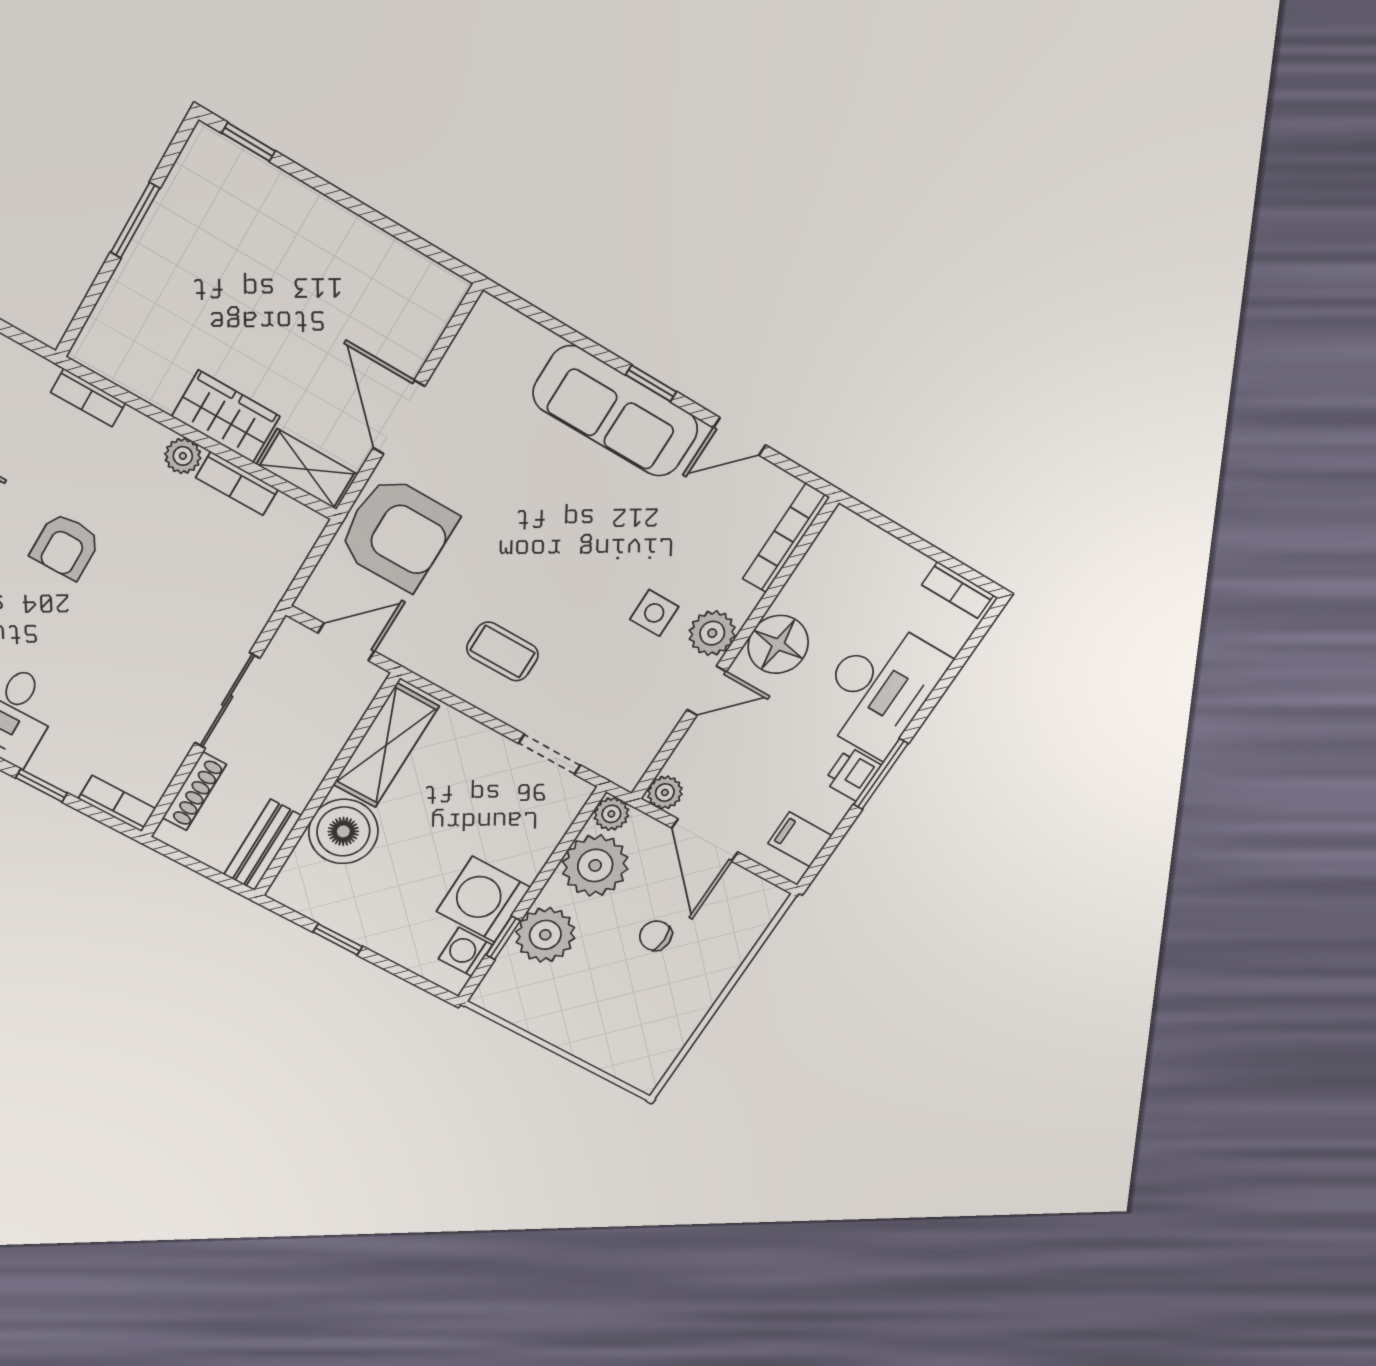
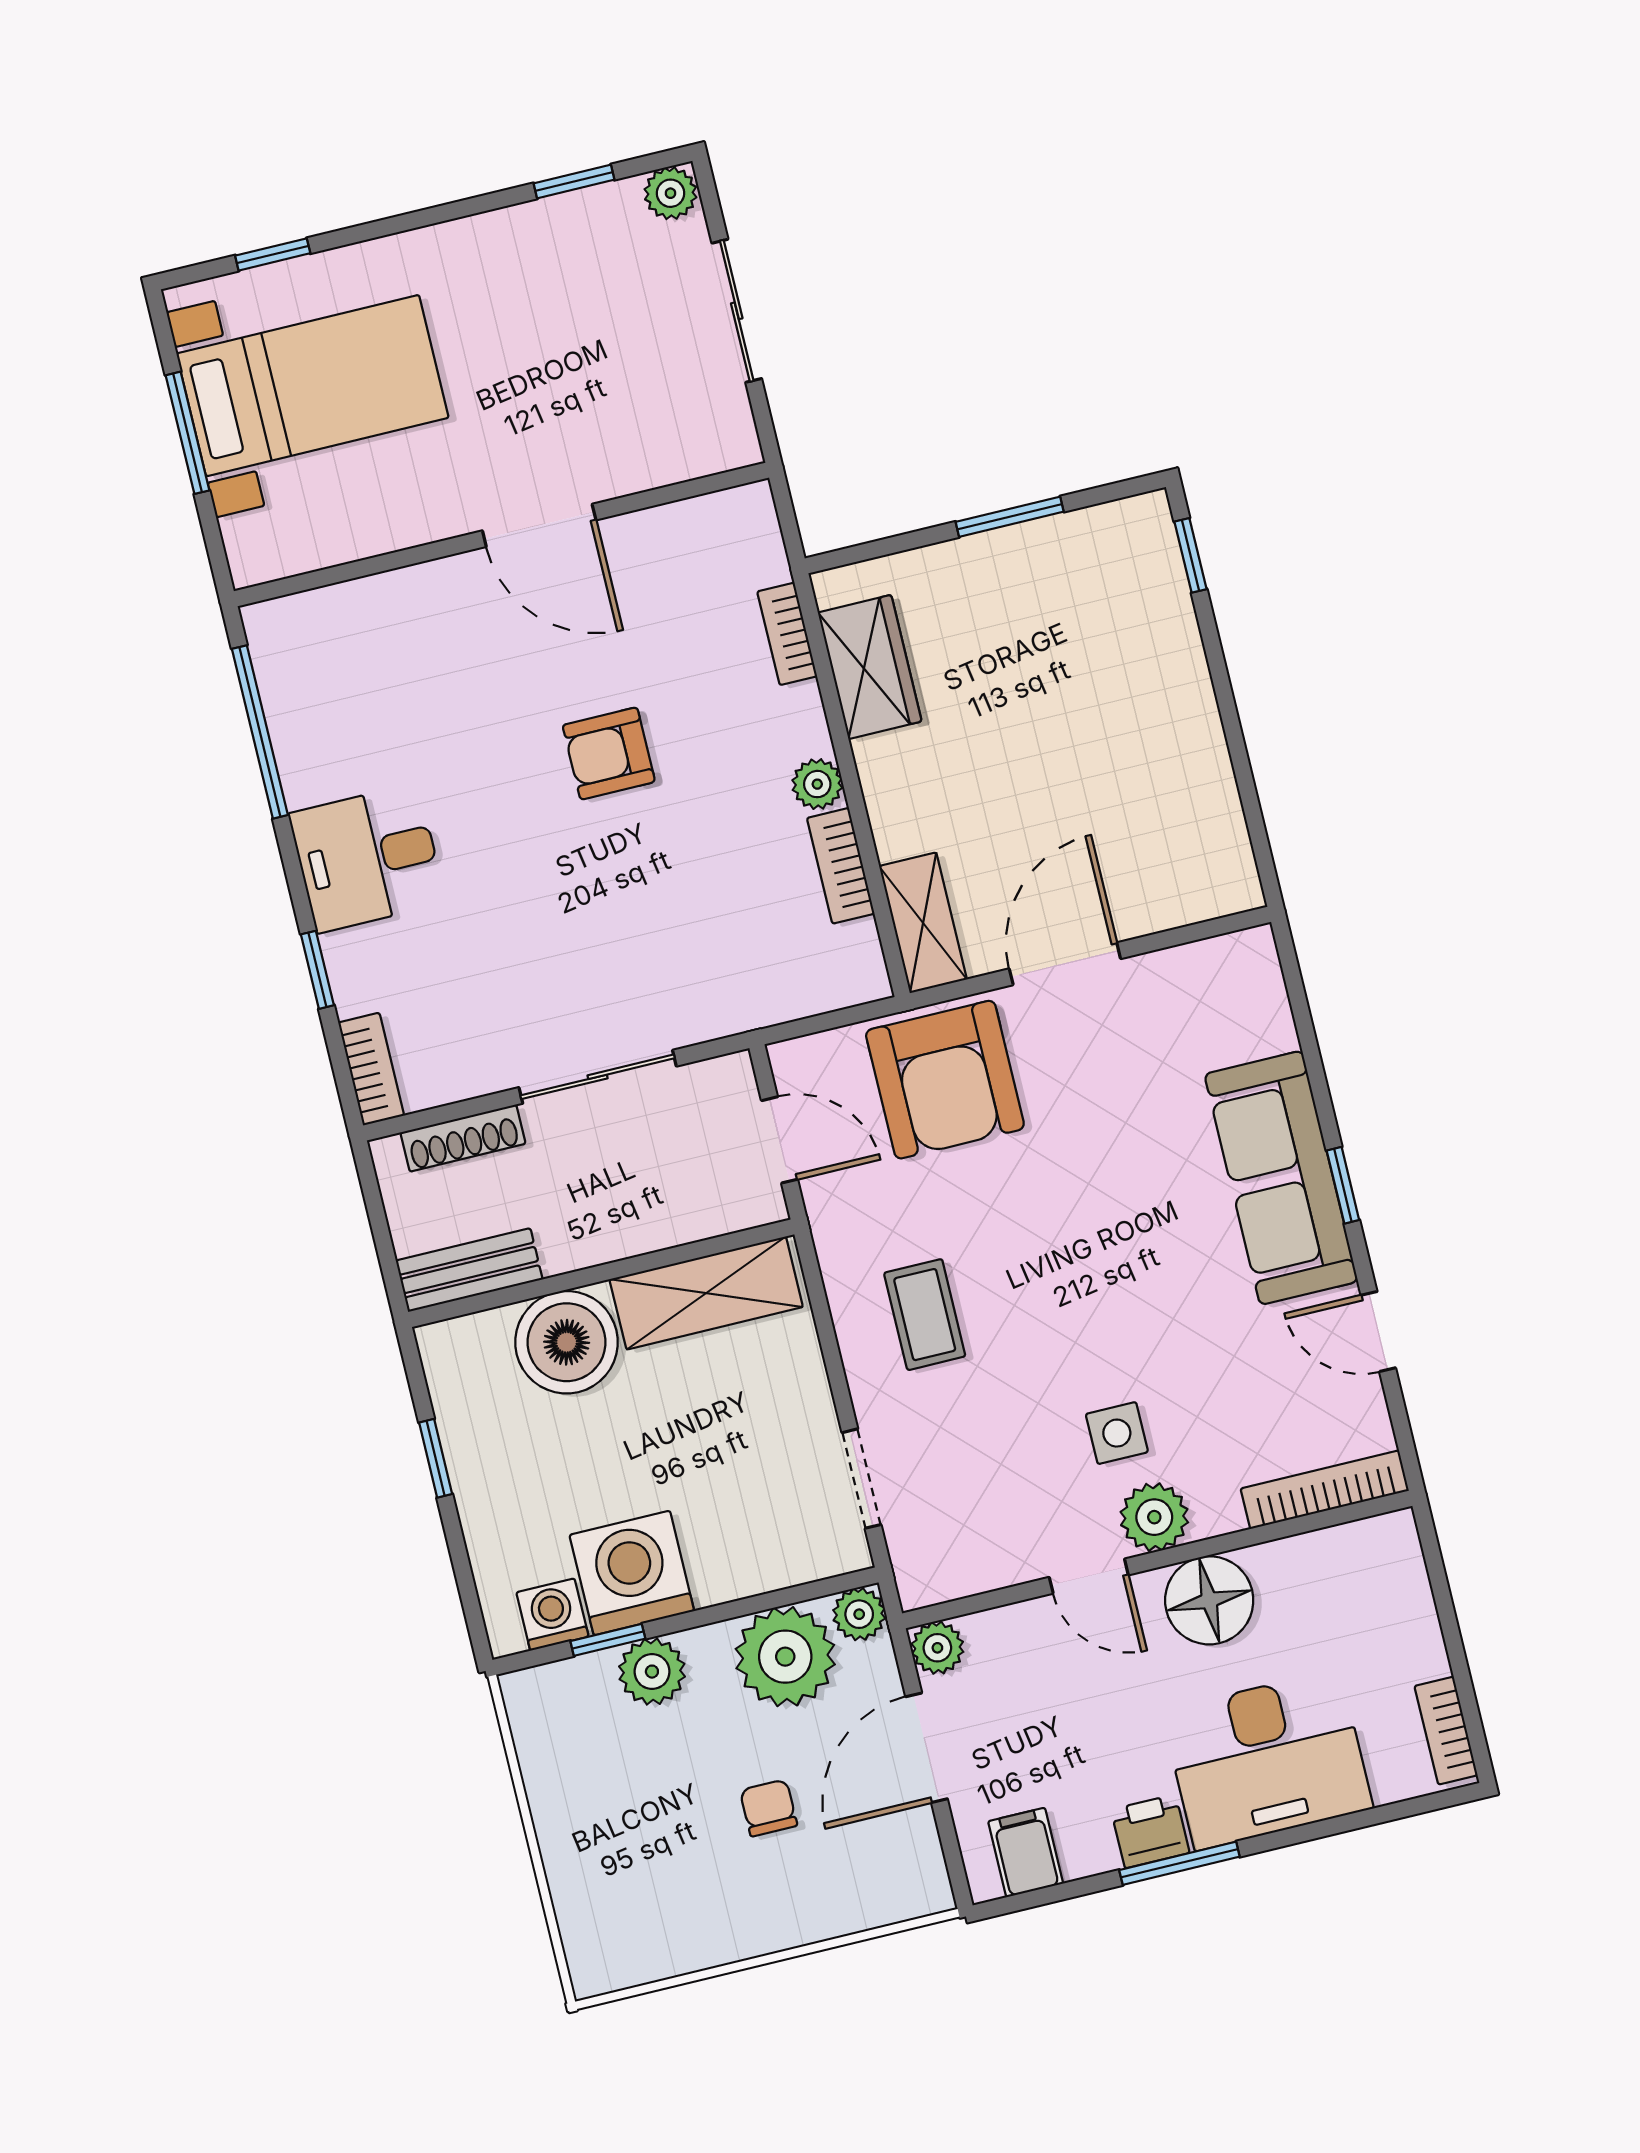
wardrobe: (226, 416) -> (870, 667), moved
plant: (545, 935) -> (652, 1672), width x0.73, depth x0.73

